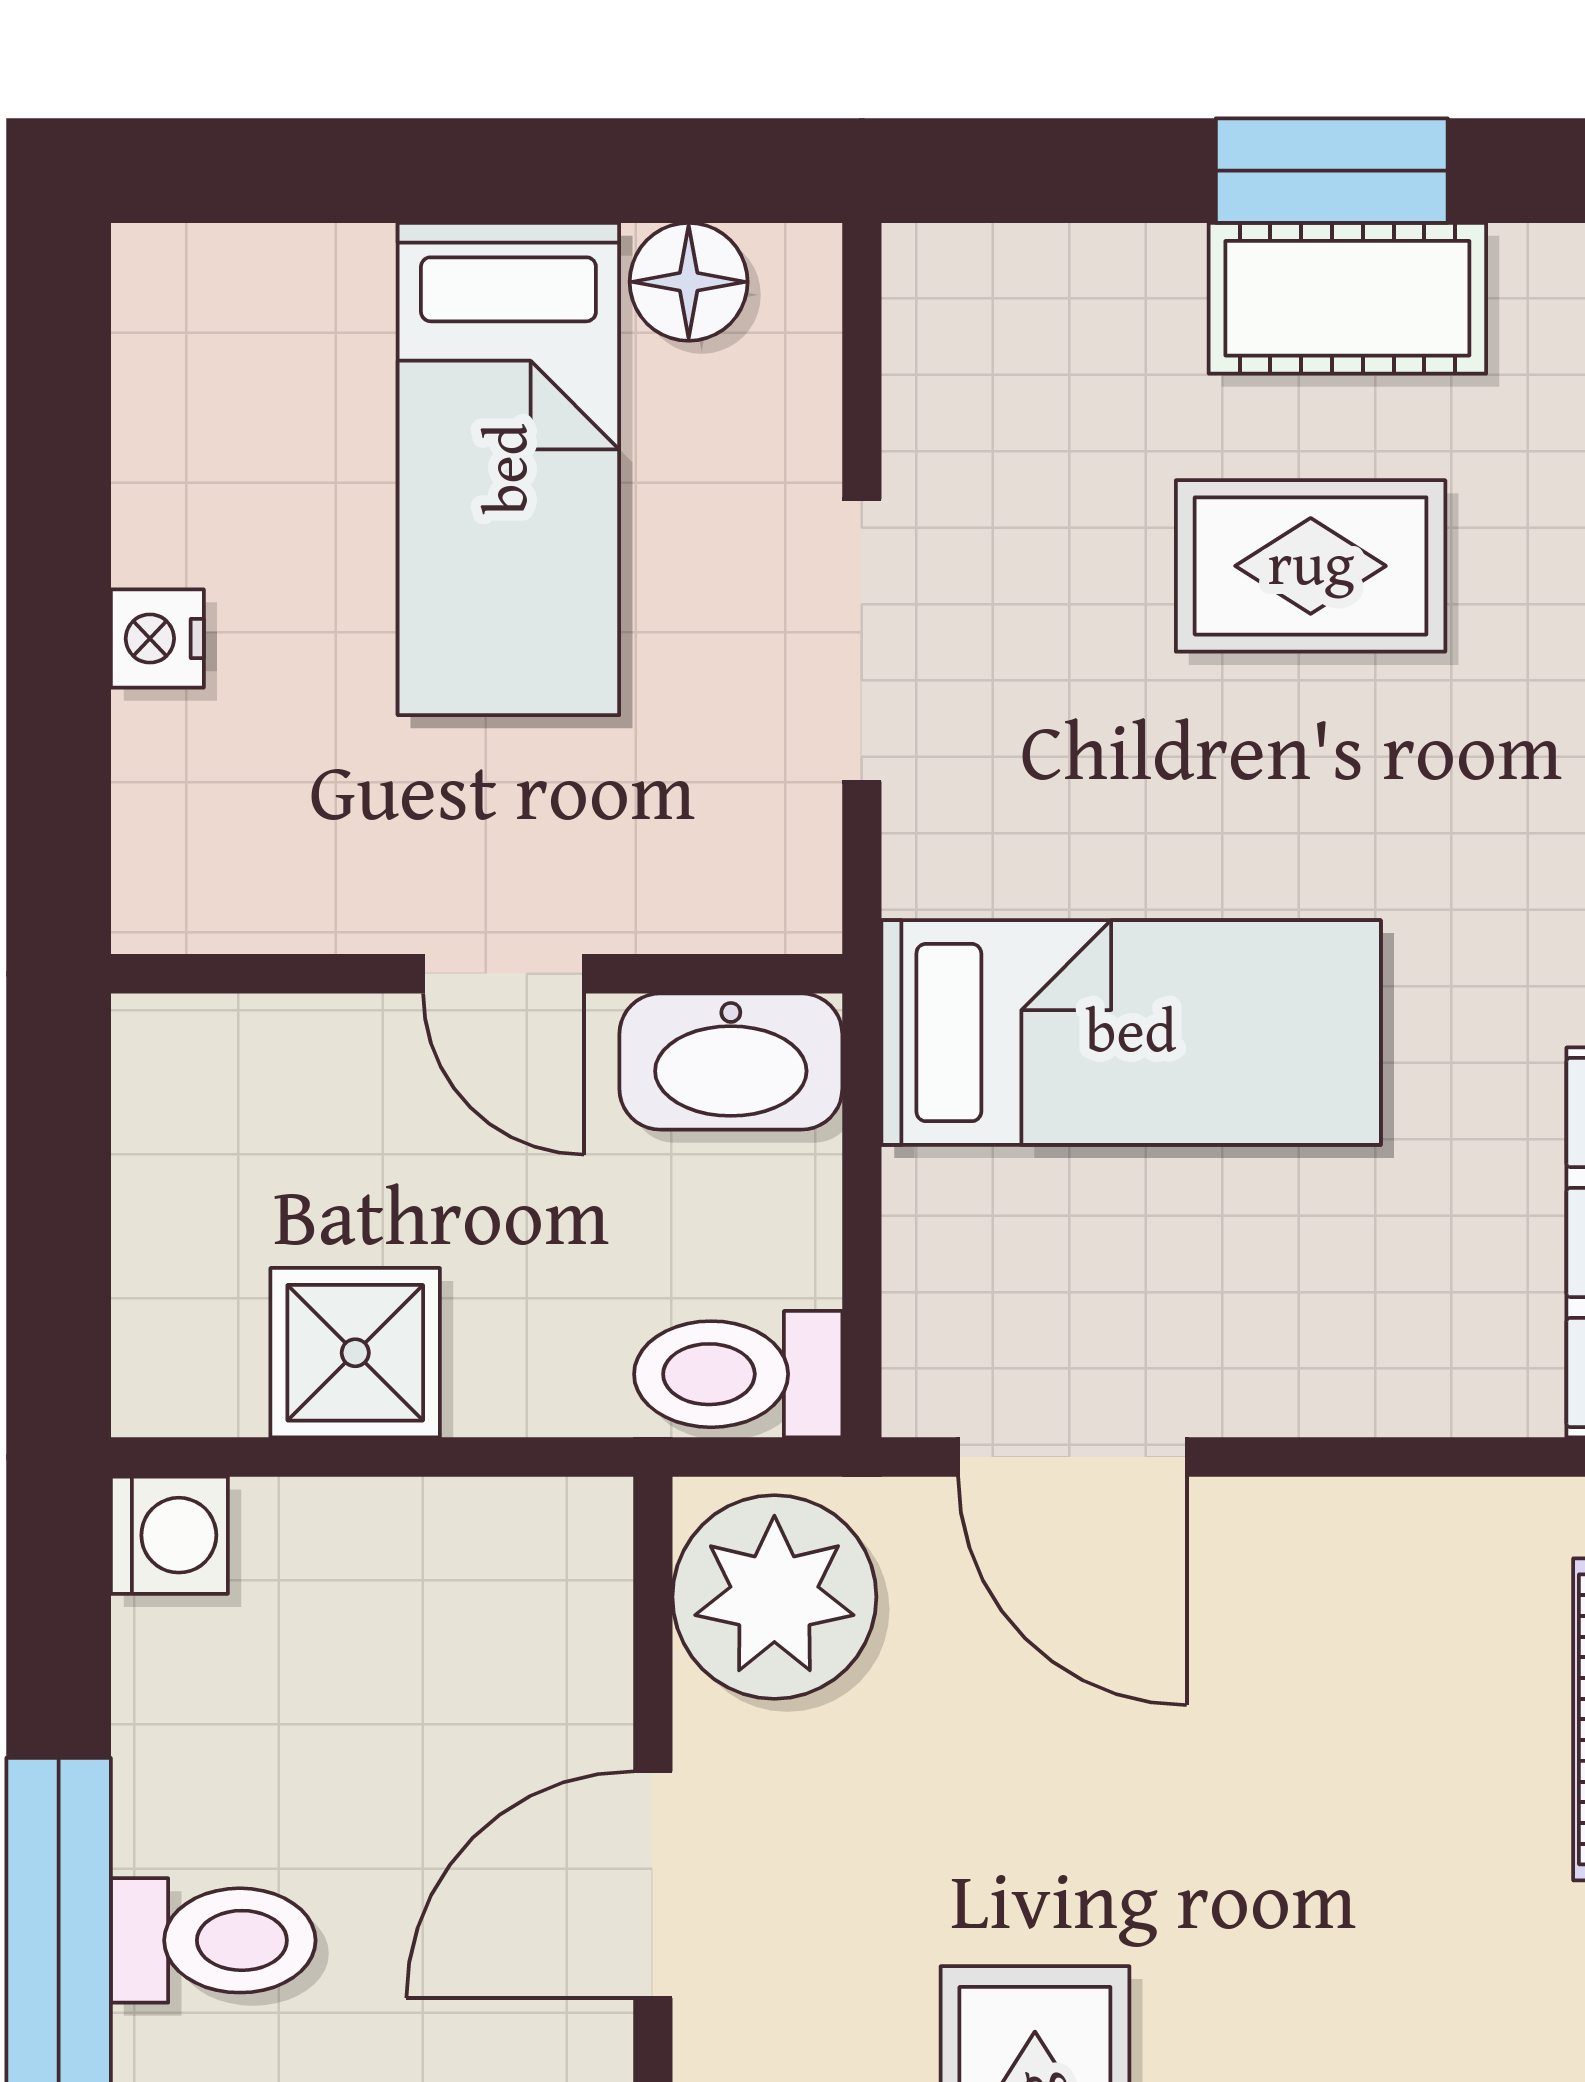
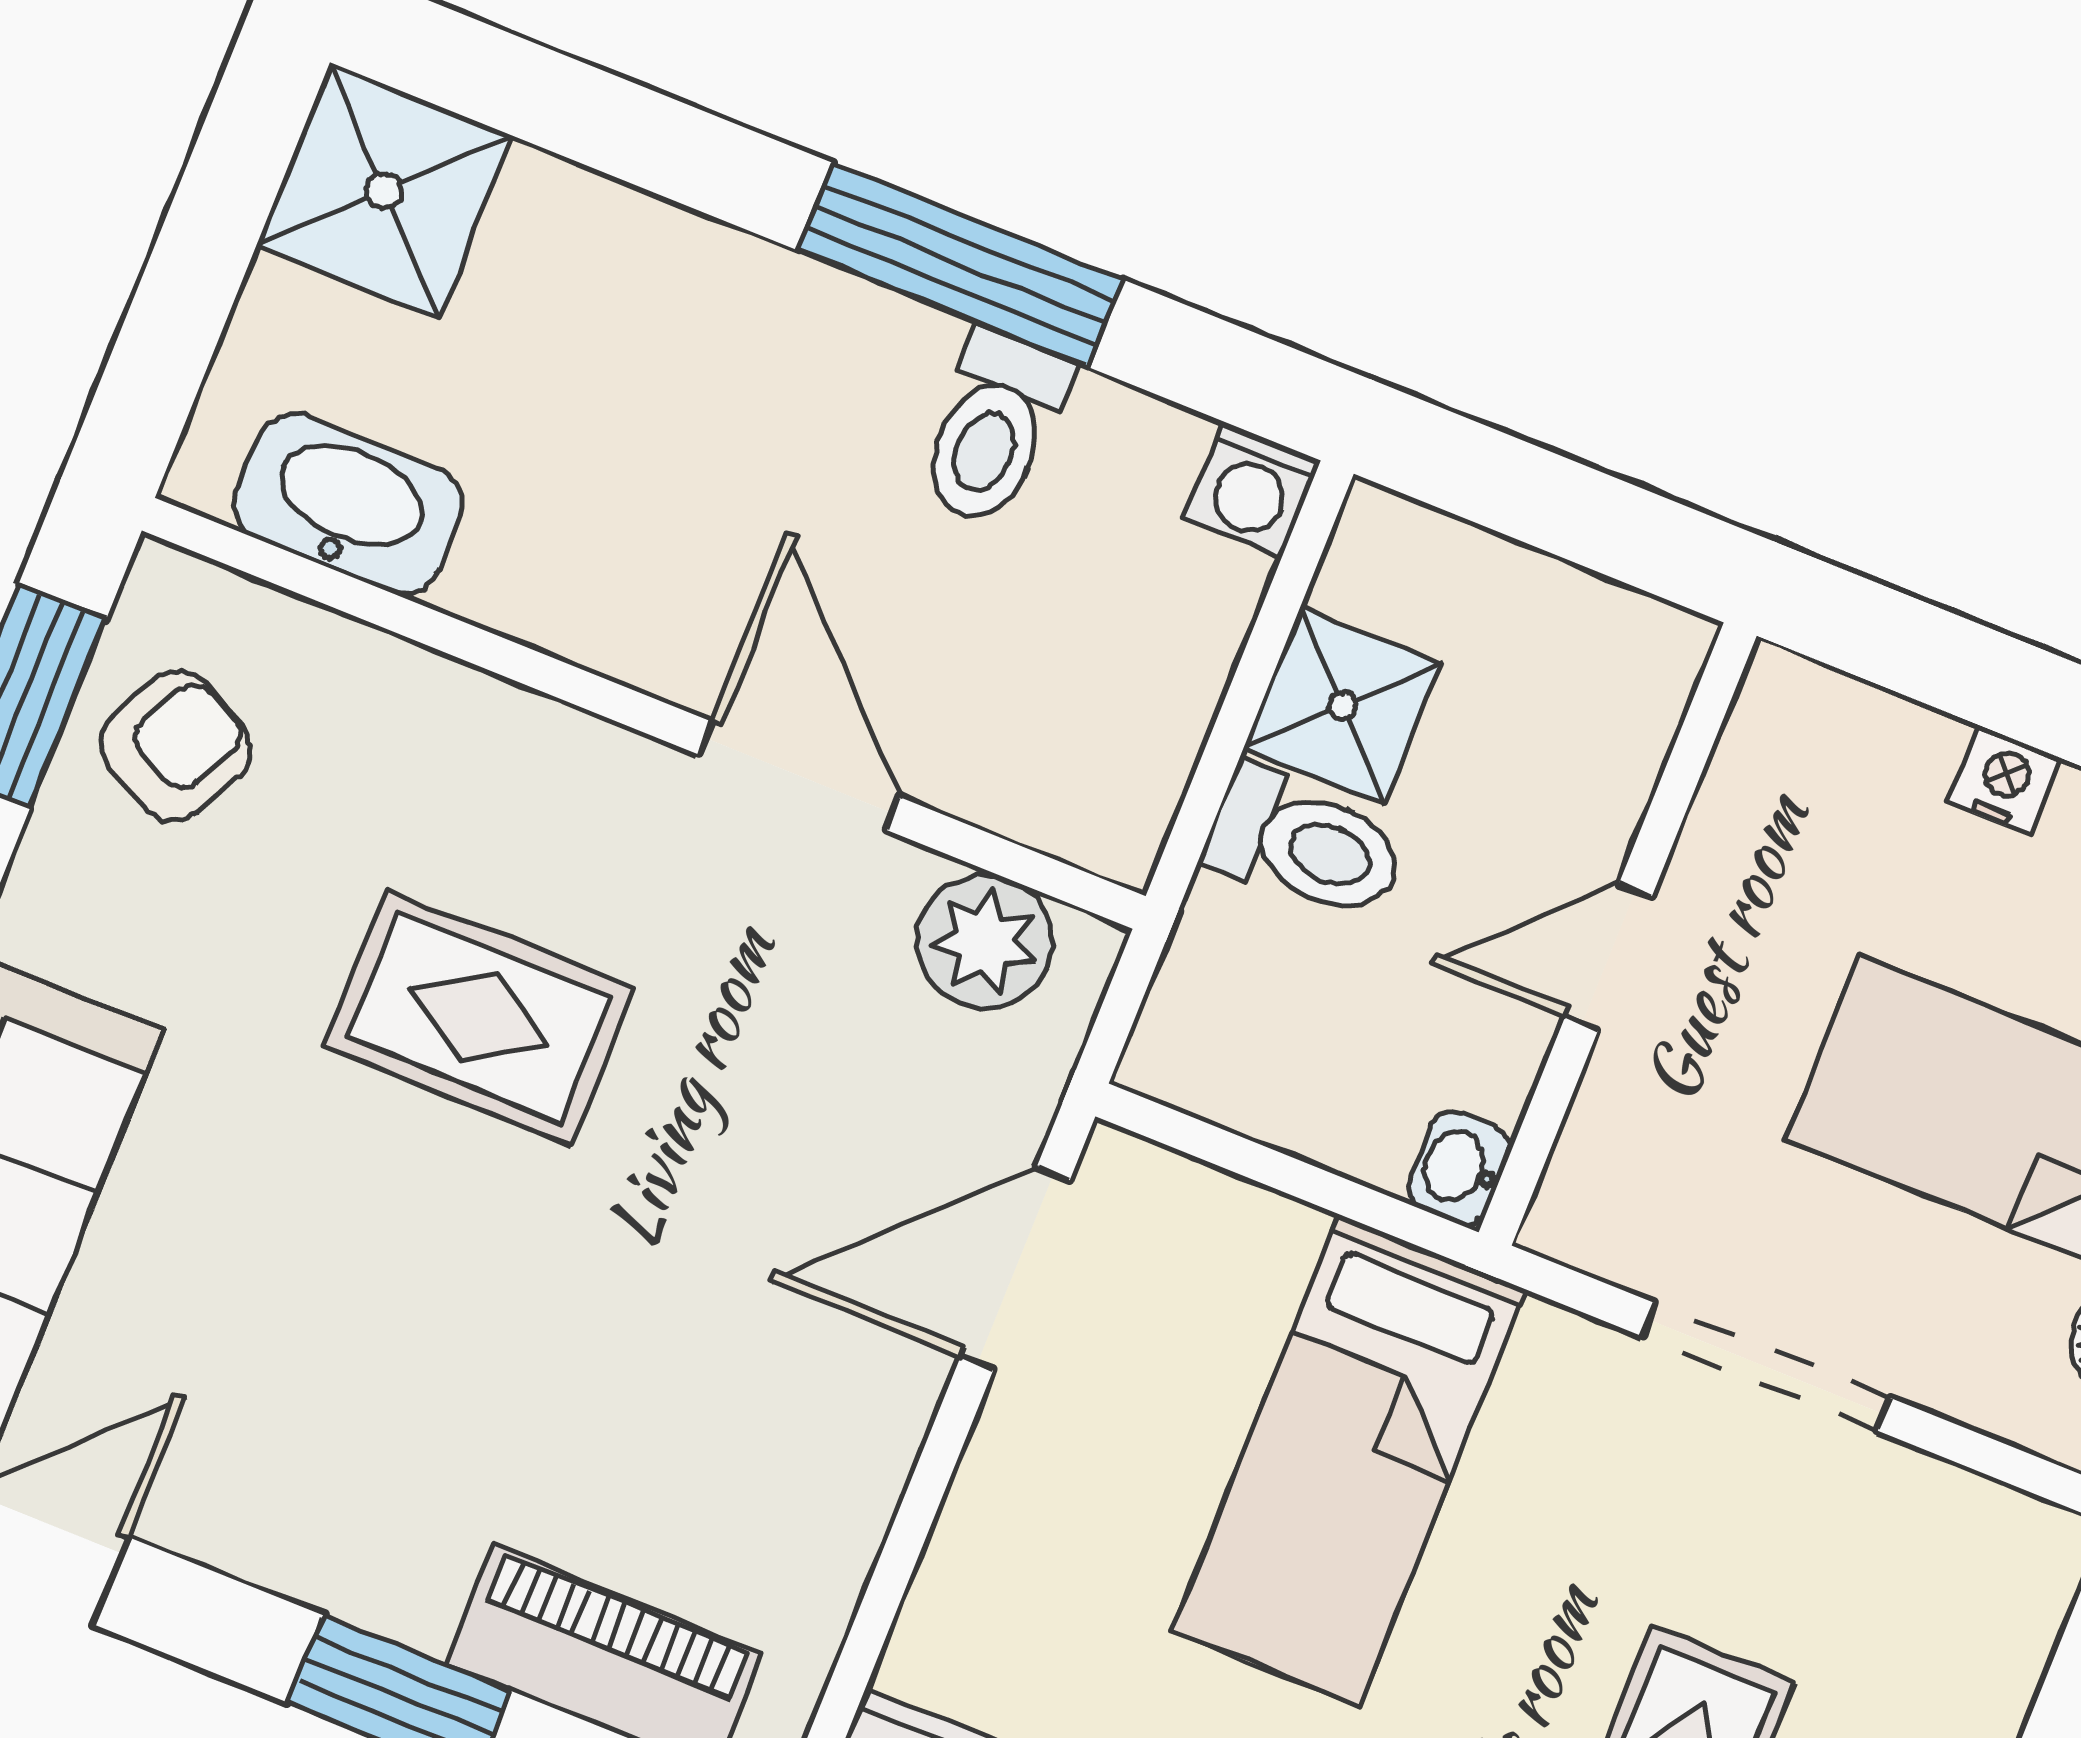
washbasin: (731, 1061) -> (1459, 1168), width x0.52, depth x0.69
toilet: (738, 1374) -> (1305, 844), moved, turned 90
plant: (774, 1597) -> (985, 942), width x0.73, depth x0.73
toilet: (213, 1940) -> (993, 428), moved

